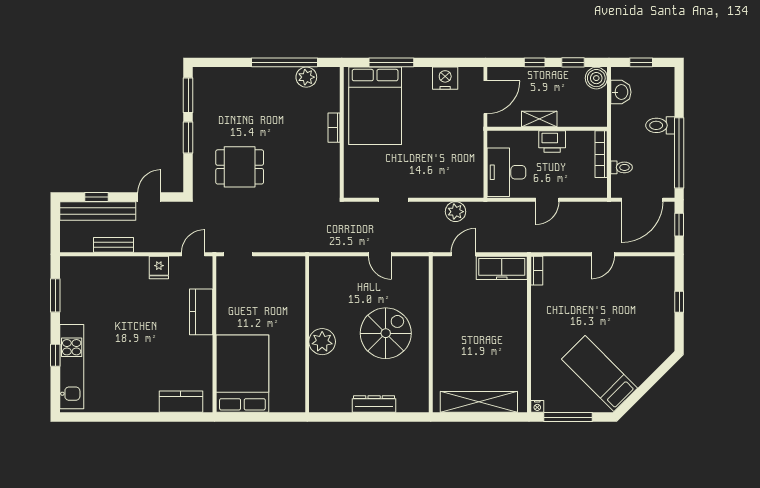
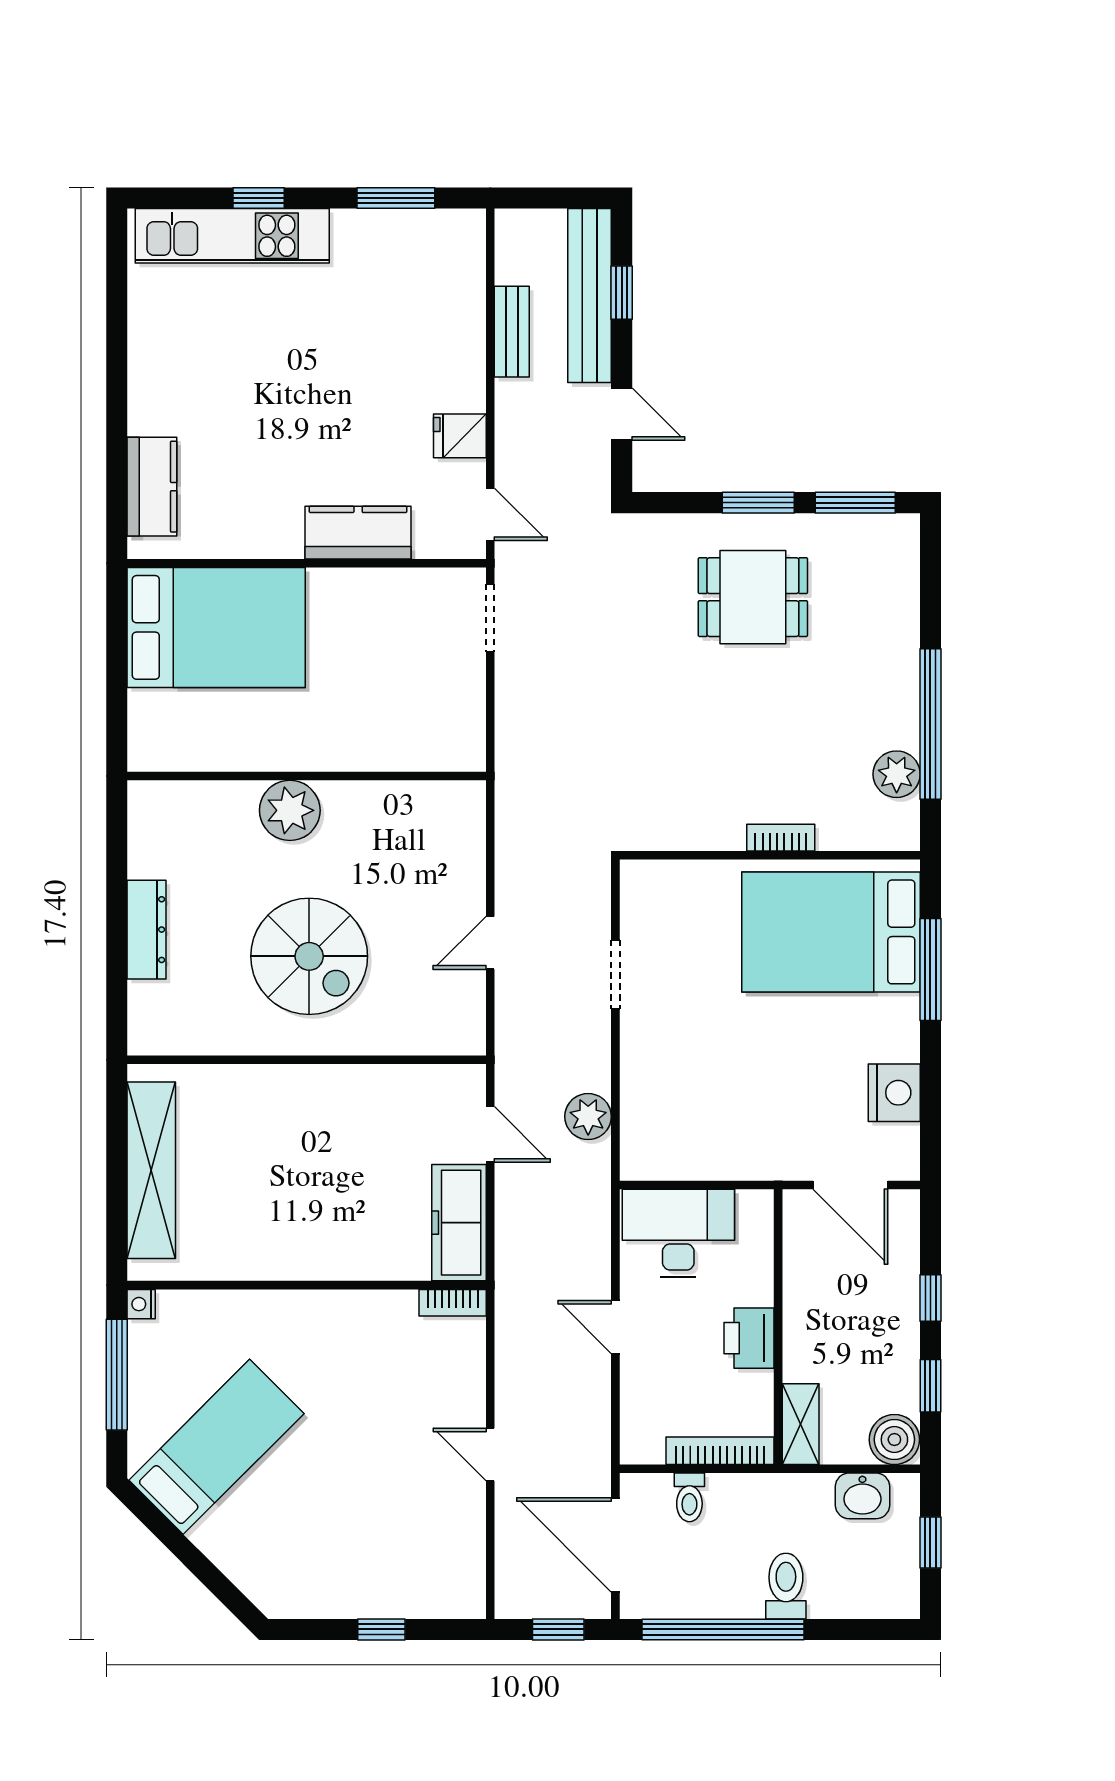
shelving: (539, 119) -> (801, 1424), moved
dining table: (240, 167) -> (753, 597), moved, turned 90

